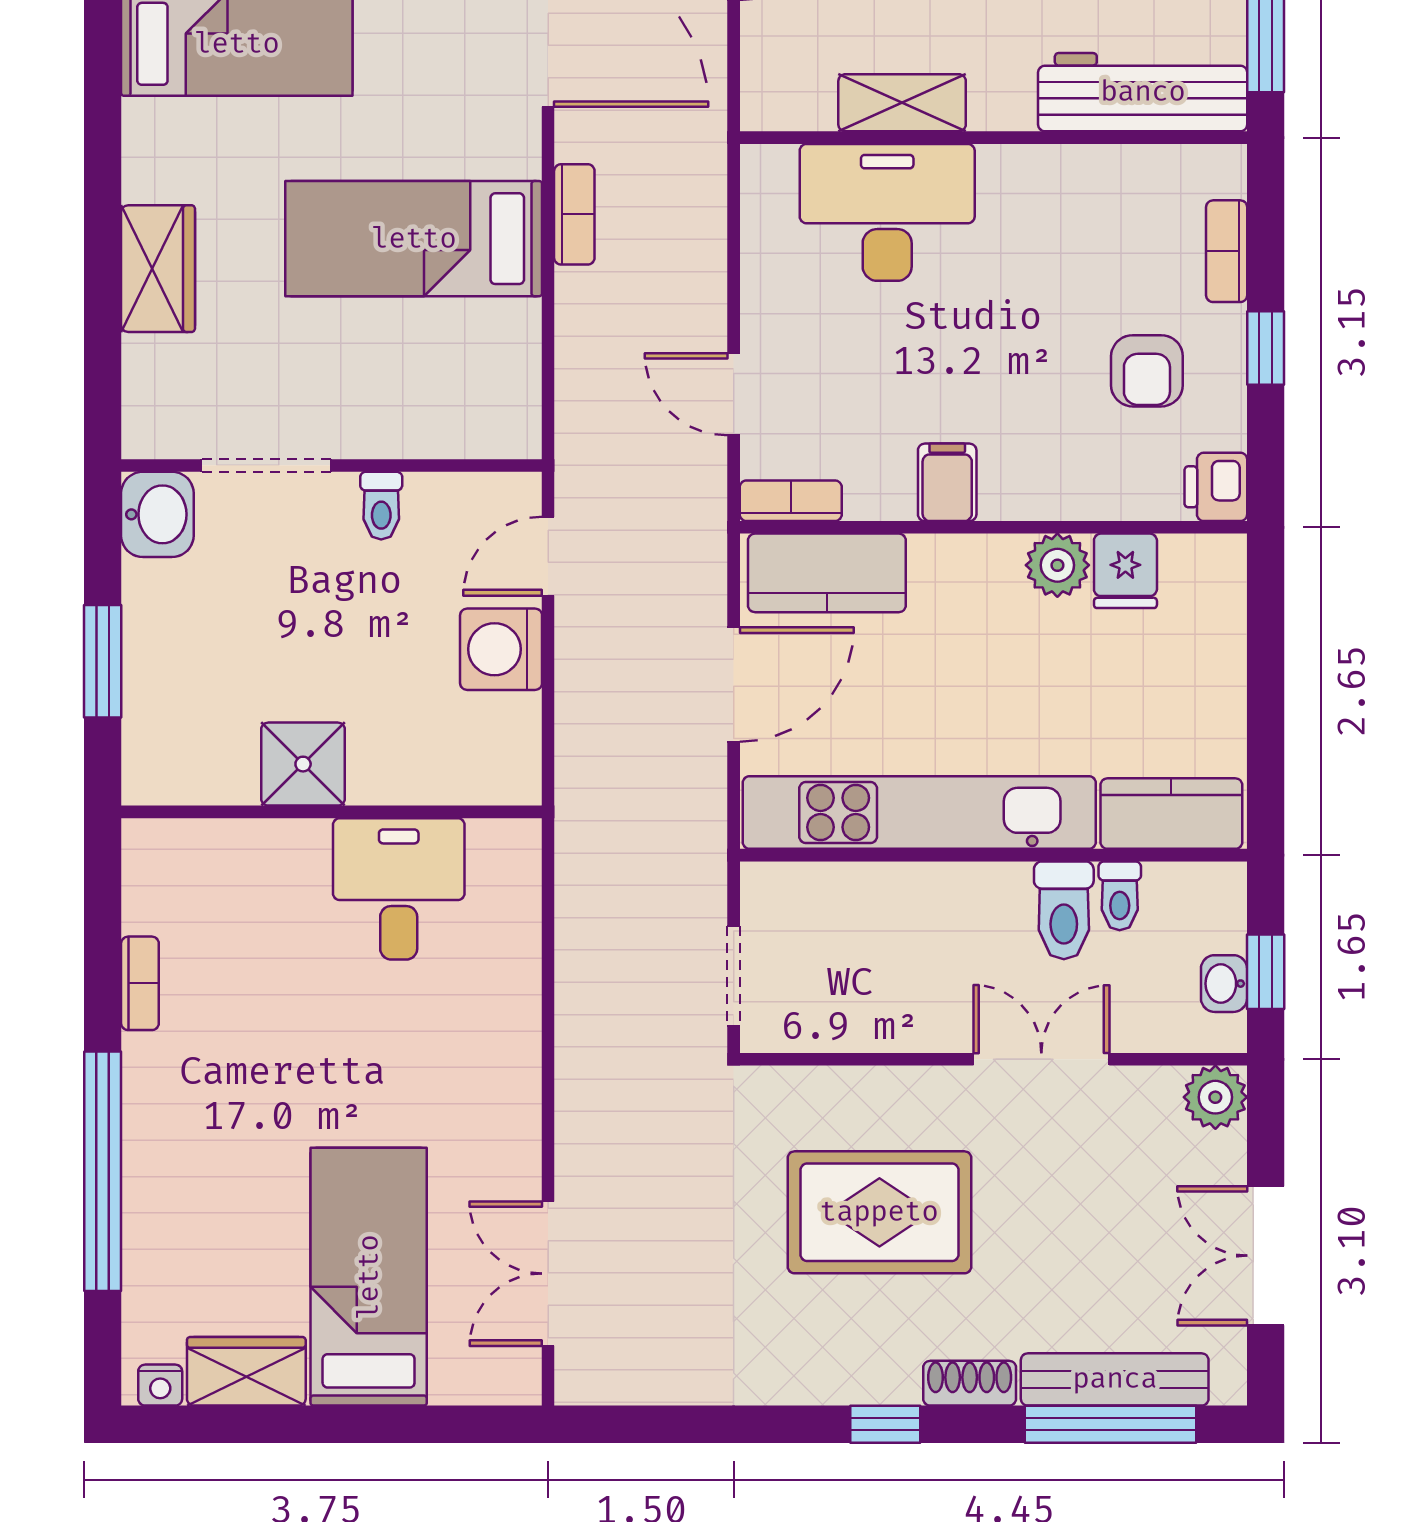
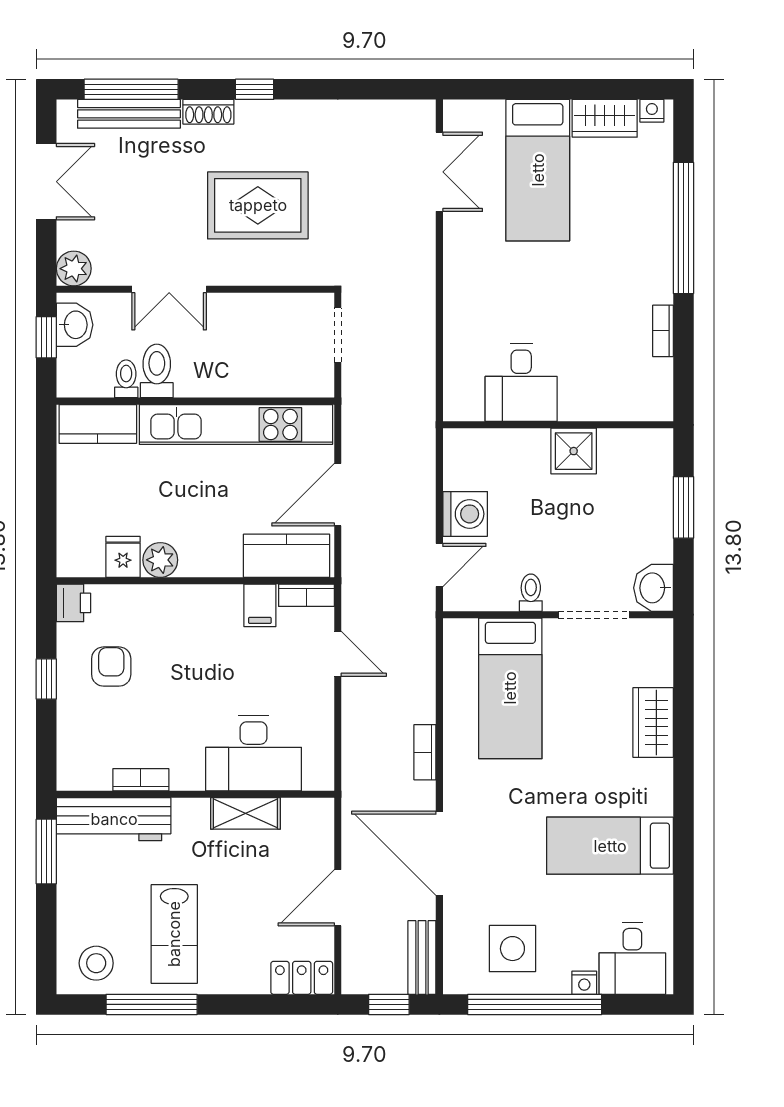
bed: (414, 239) -> (510, 688), moved, turned 90
bookcase: (1227, 251) -> (141, 780), moved, turned -90
filing cabinet: (947, 482) -> (260, 605), moved
washbasin: (1224, 984) -> (75, 325), width x1.38, depth x1.45

